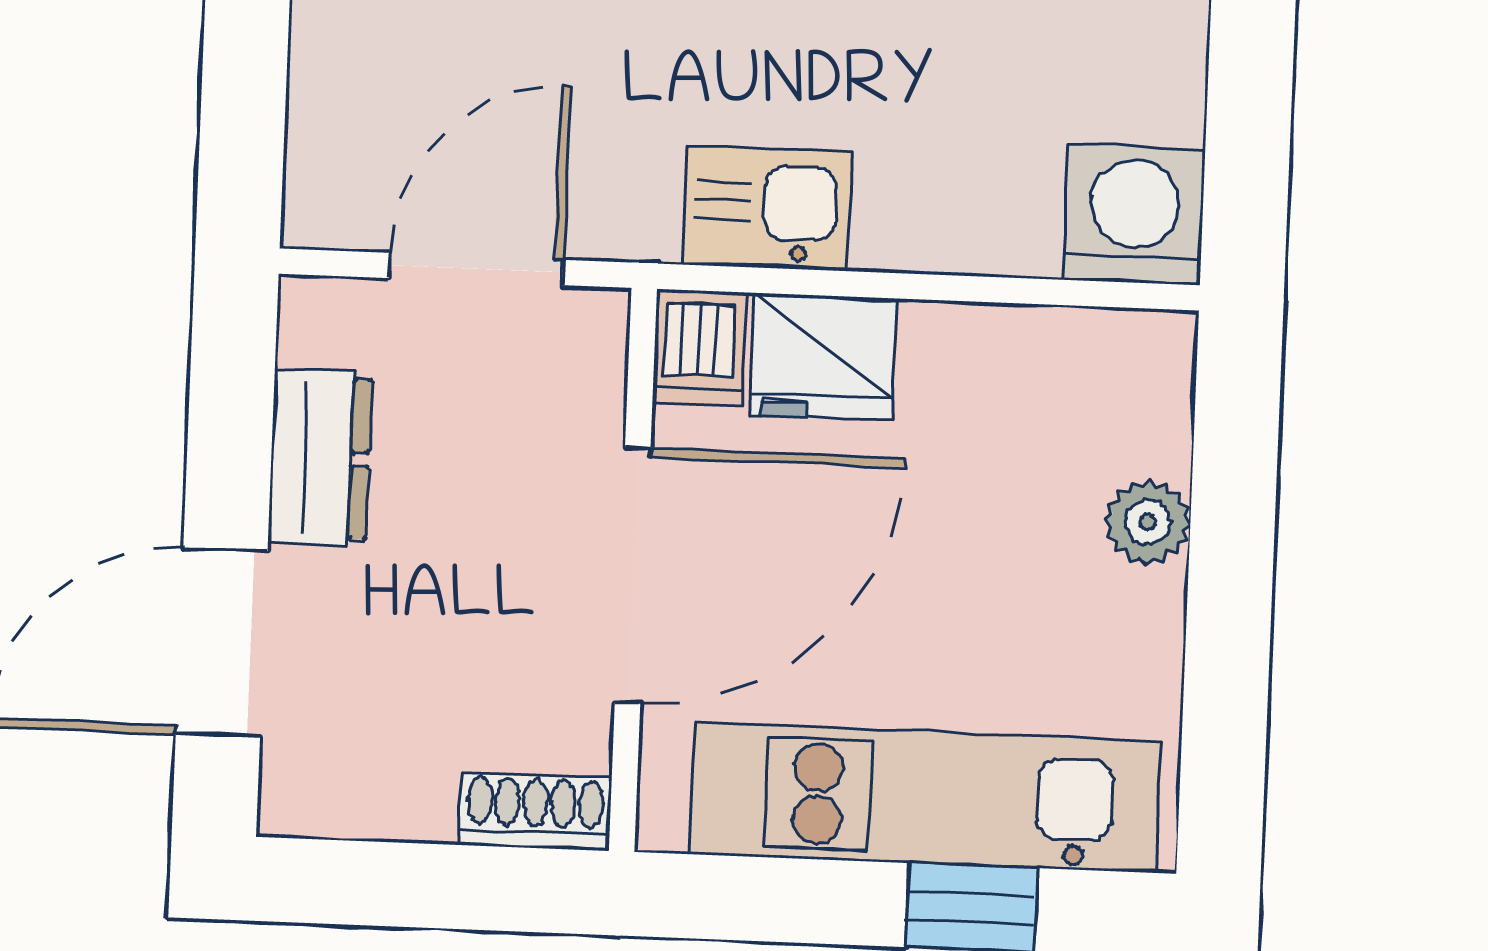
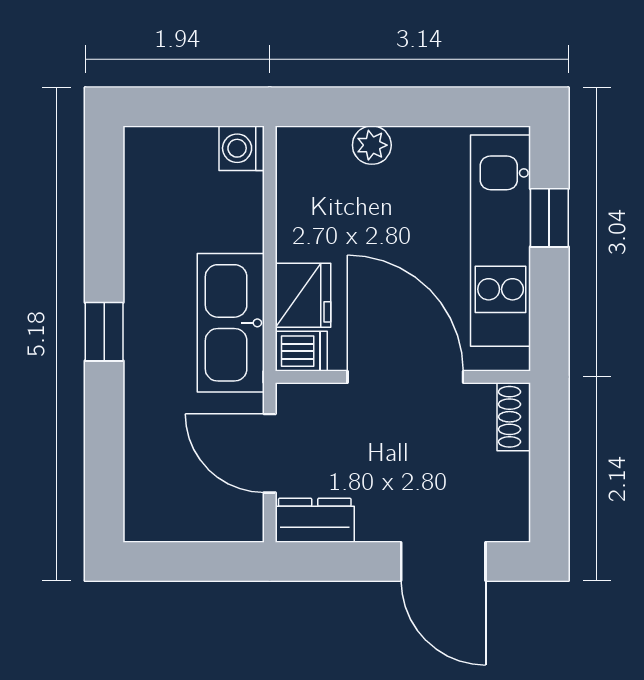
kitchen sink: (767, 209) -> (231, 323), width x1.88, depth x1.24
washing machine: (1134, 214) -> (242, 148), width x0.73, depth x0.73
dresser: (320, 458) -> (315, 520), moved

